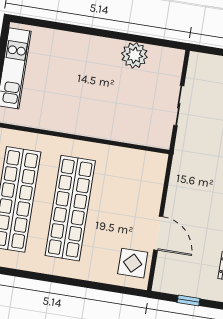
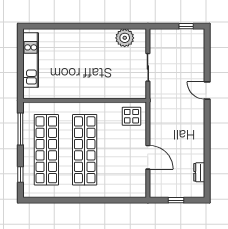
plant: (134, 55) -> (125, 38), moved
display table: (133, 263) -> (131, 116), moved

